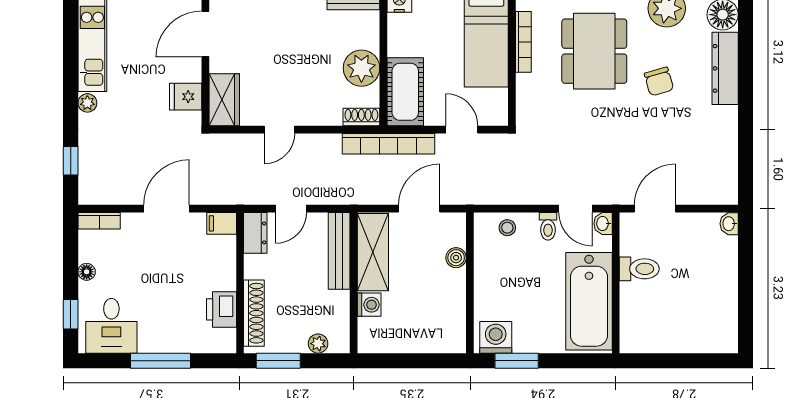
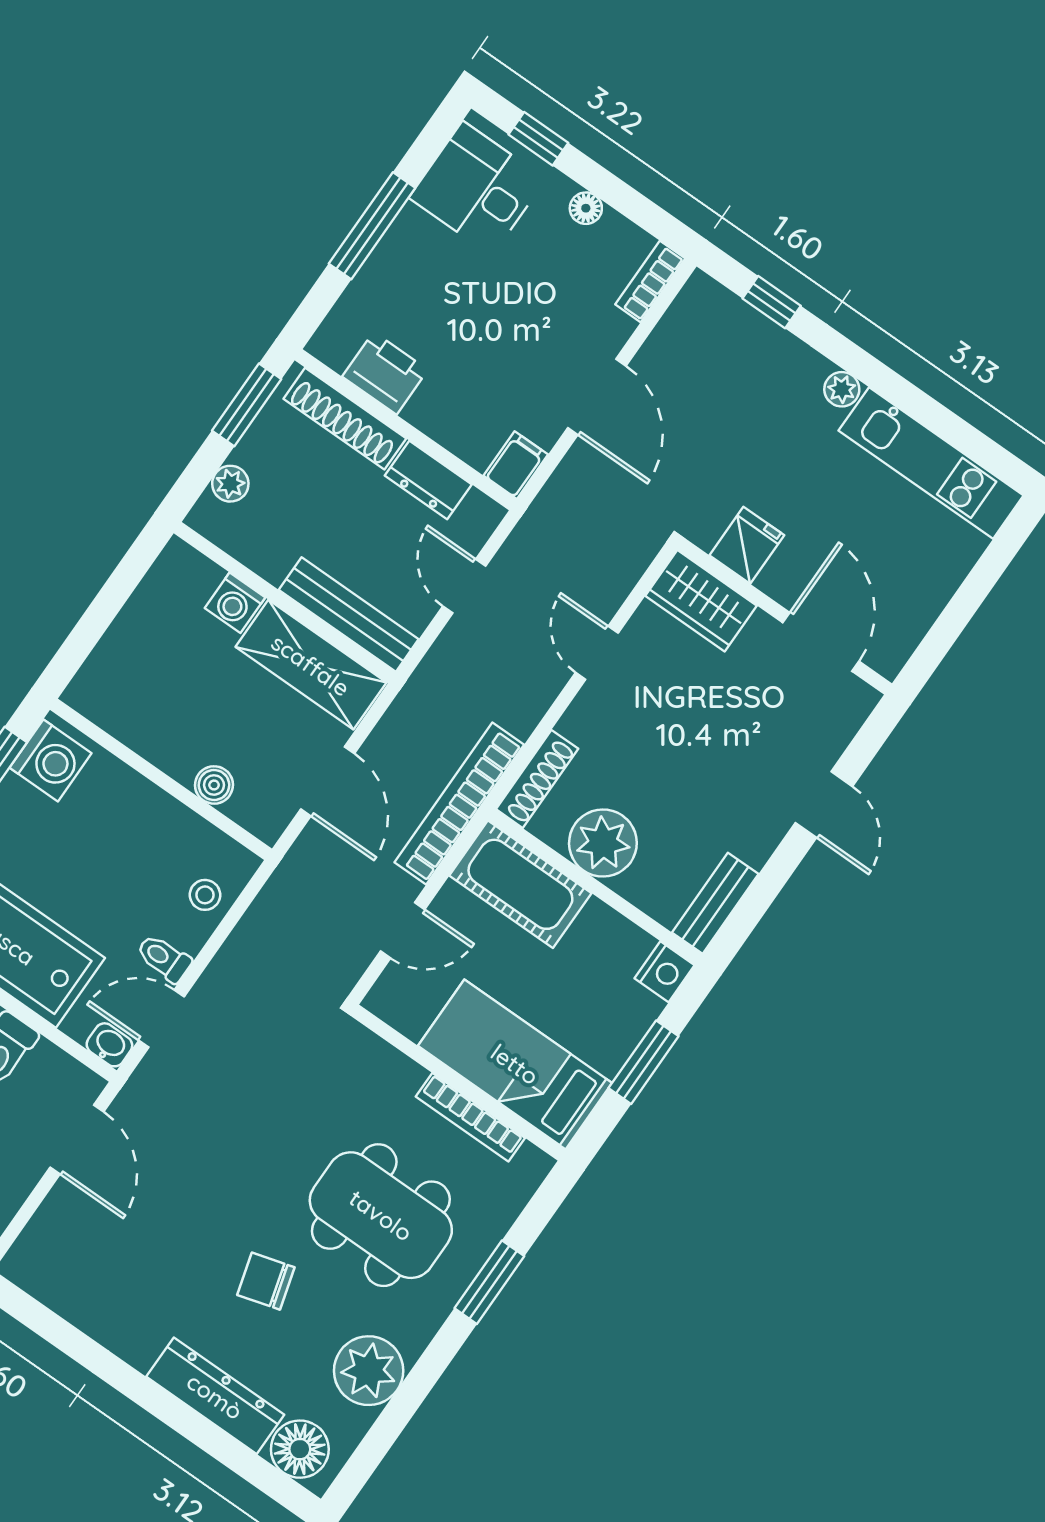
shoe rack: (361, 117) -> (537, 779), width x1.43
dresser: (255, 233) -> (428, 480), moved

